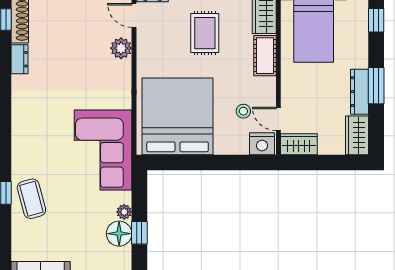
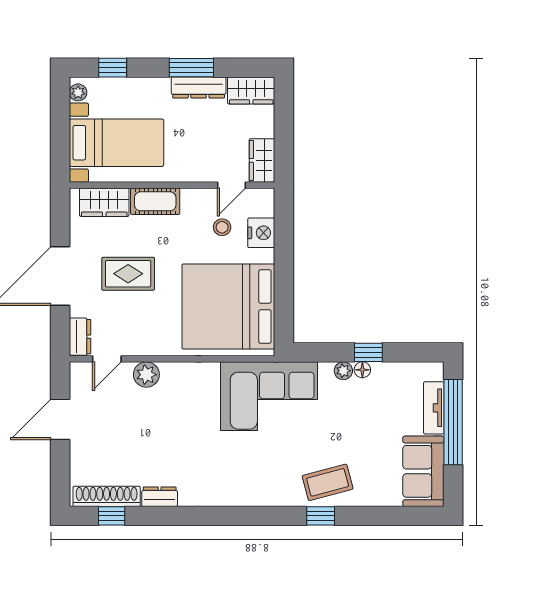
nightstand: (262, 144) -> (261, 233), moved
floor lamp: (119, 234) -> (362, 370), width x0.53, depth x0.53

